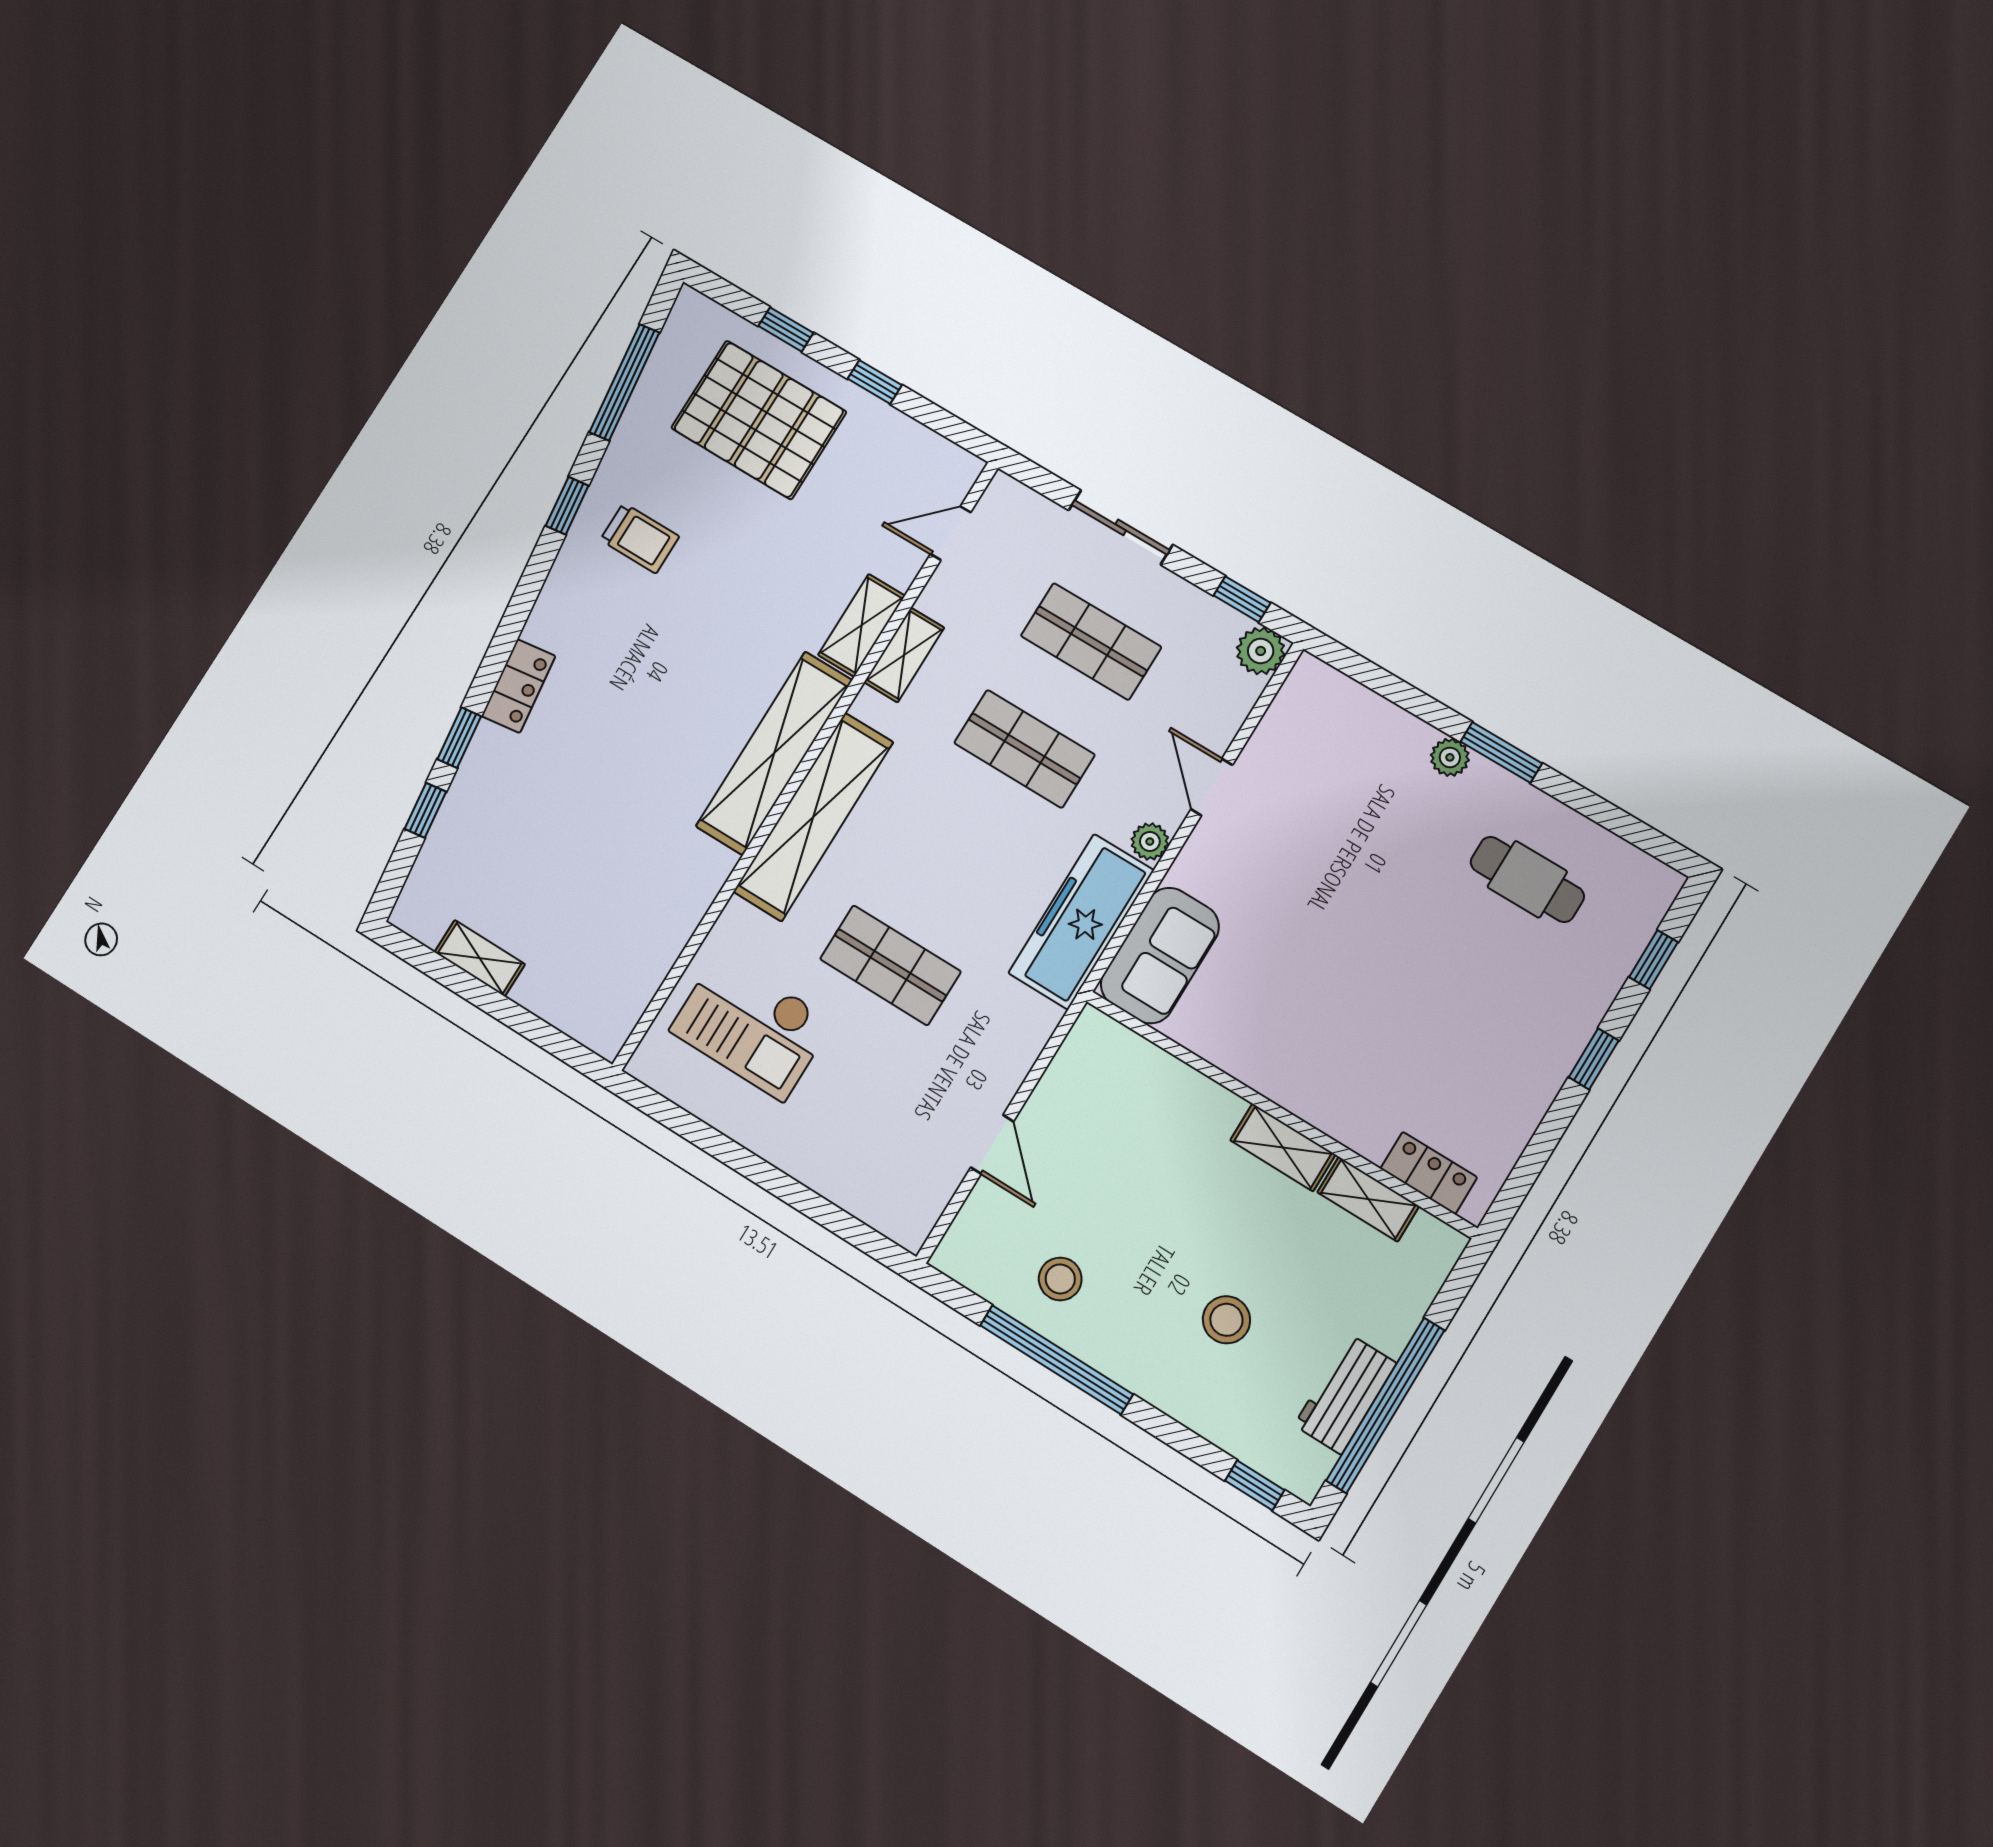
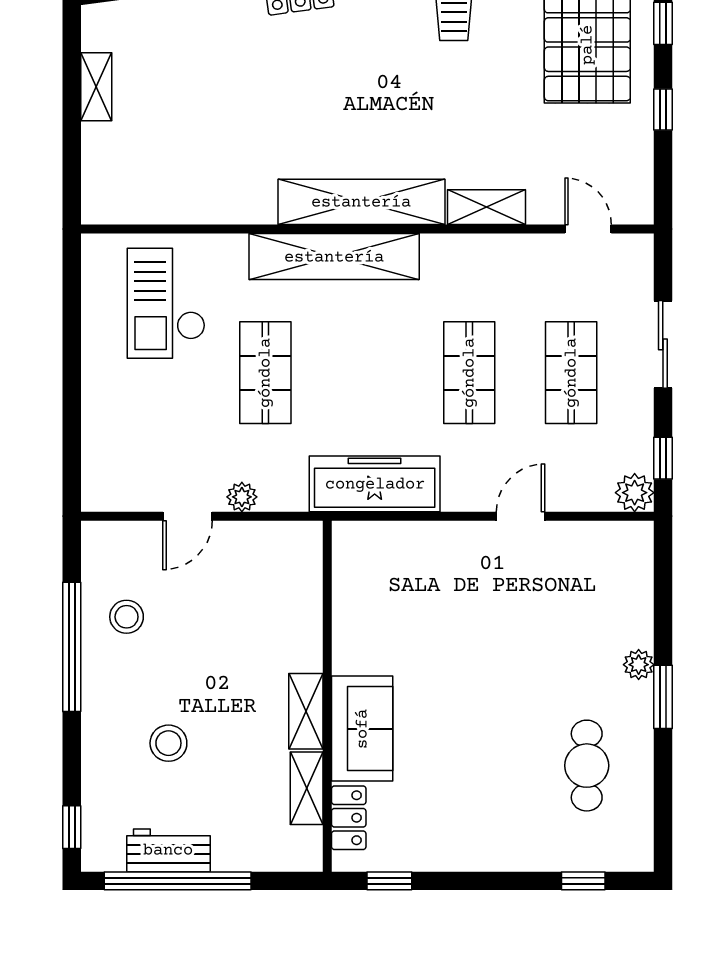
shelving: (904, 655) -> (484, 249), removed
plant: (1150, 842) -> (242, 497), moved
sofa: (1160, 955) -> (362, 729), moved, turned -90
window: (1594, 1059) -> (389, 881), moved

